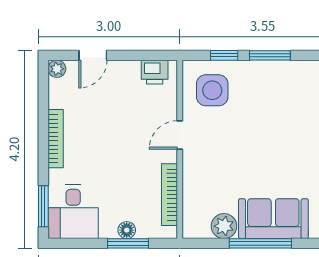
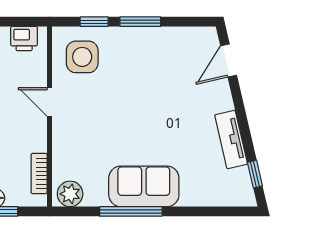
door: (180, 135) -> (49, 102), hinge flipped
bookcase: (169, 195) -> (39, 173), width x0.64
plant: (224, 226) -> (70, 194), moved

